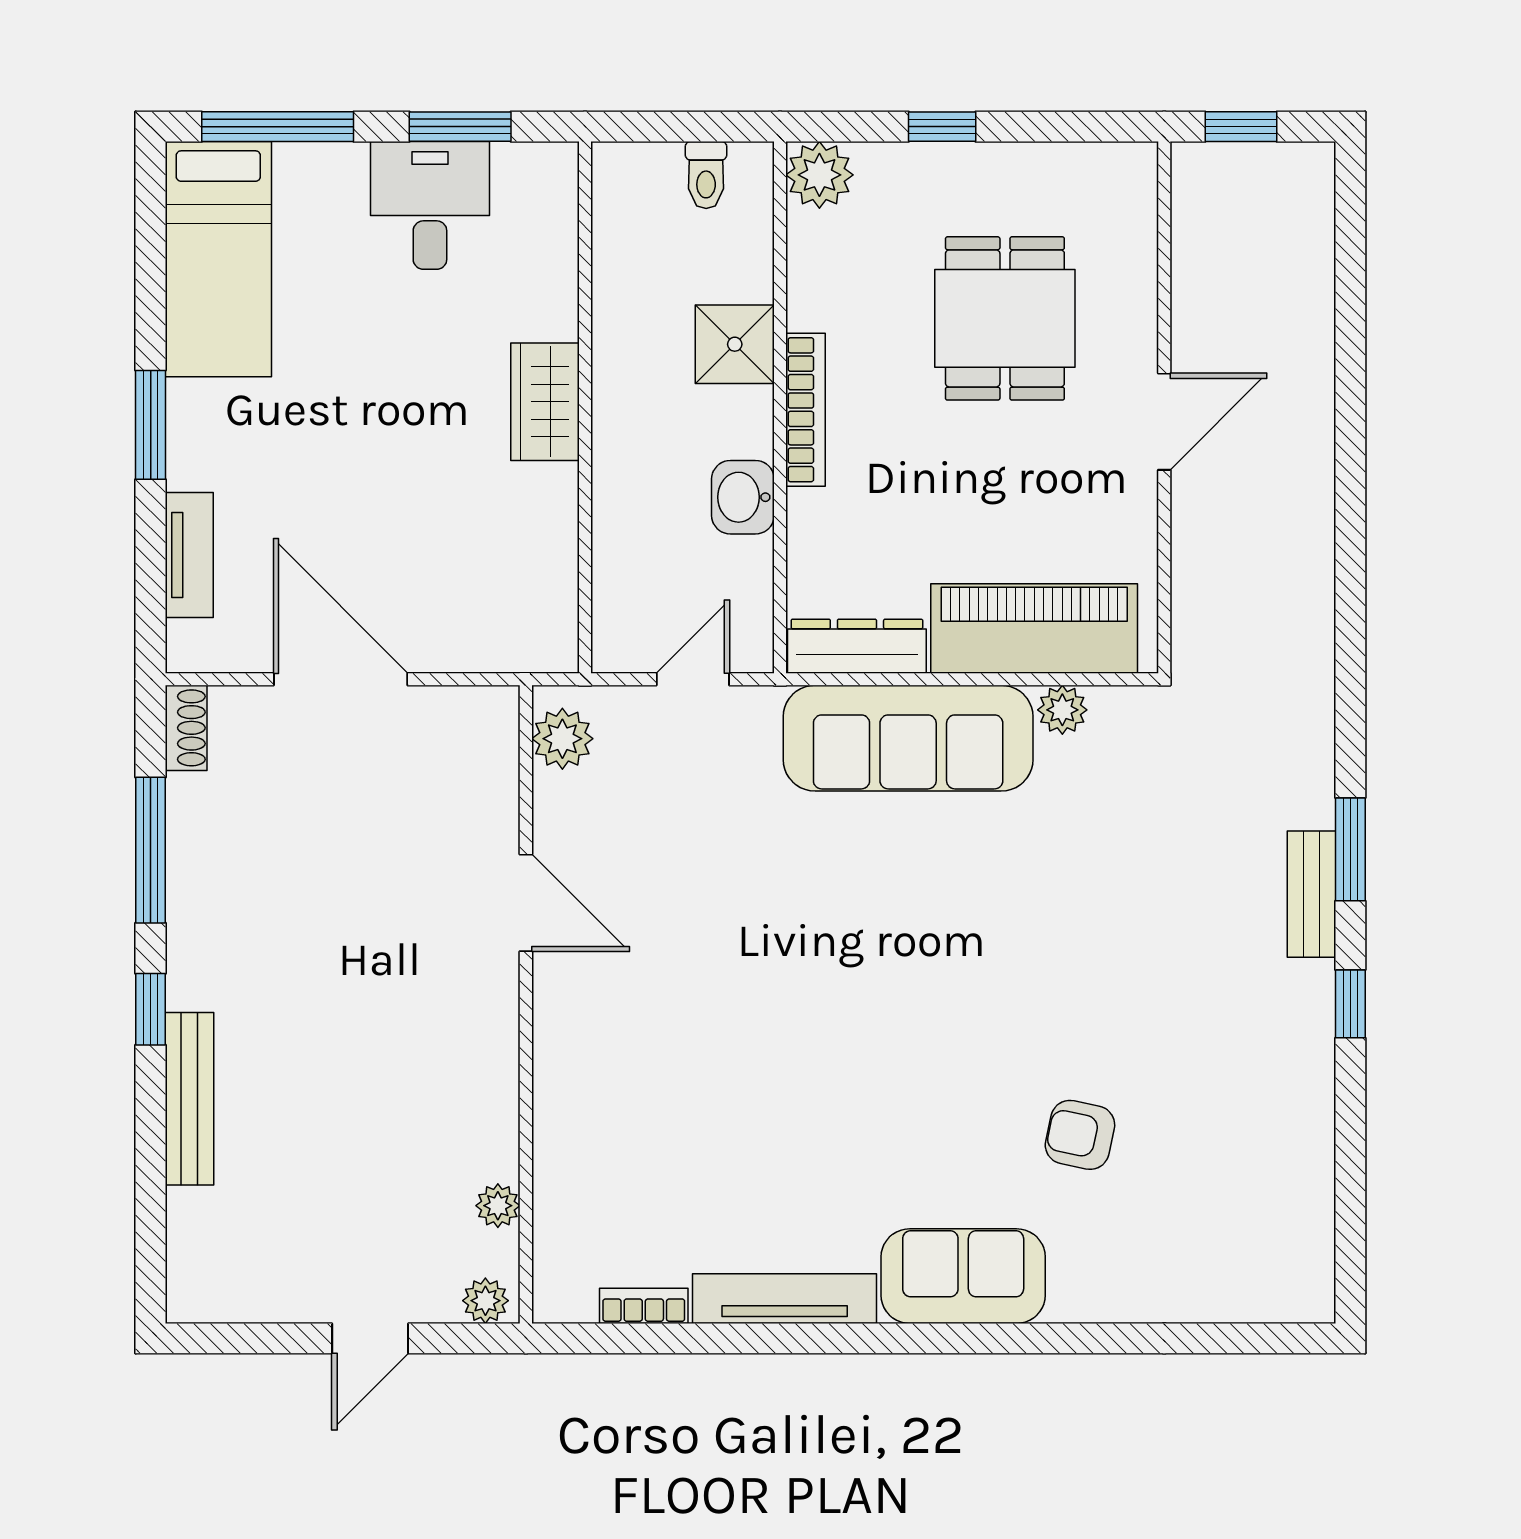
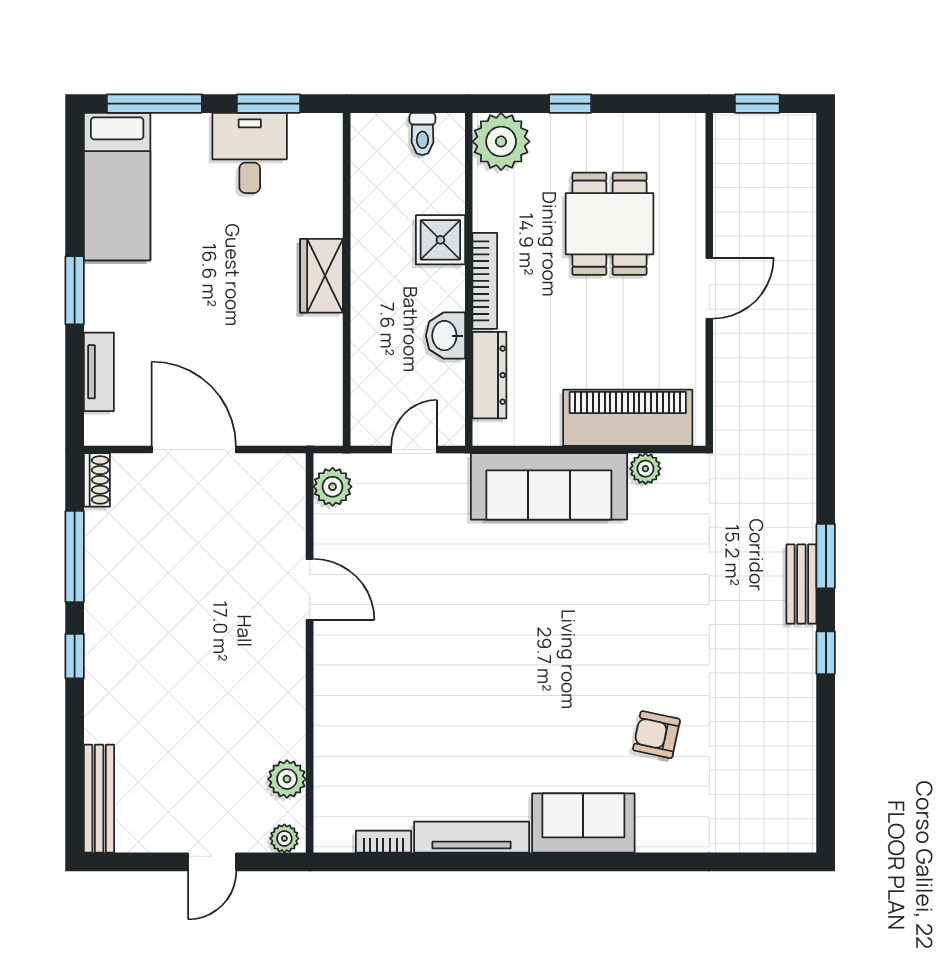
plant: (819, 175) -> (501, 141), width x1.36, depth x1.36
dresser: (857, 646) -> (489, 375), moved, turned 90
bench: (189, 1099) -> (99, 799), moved
plant: (498, 1206) -> (287, 779), width x1.38, depth x1.38

